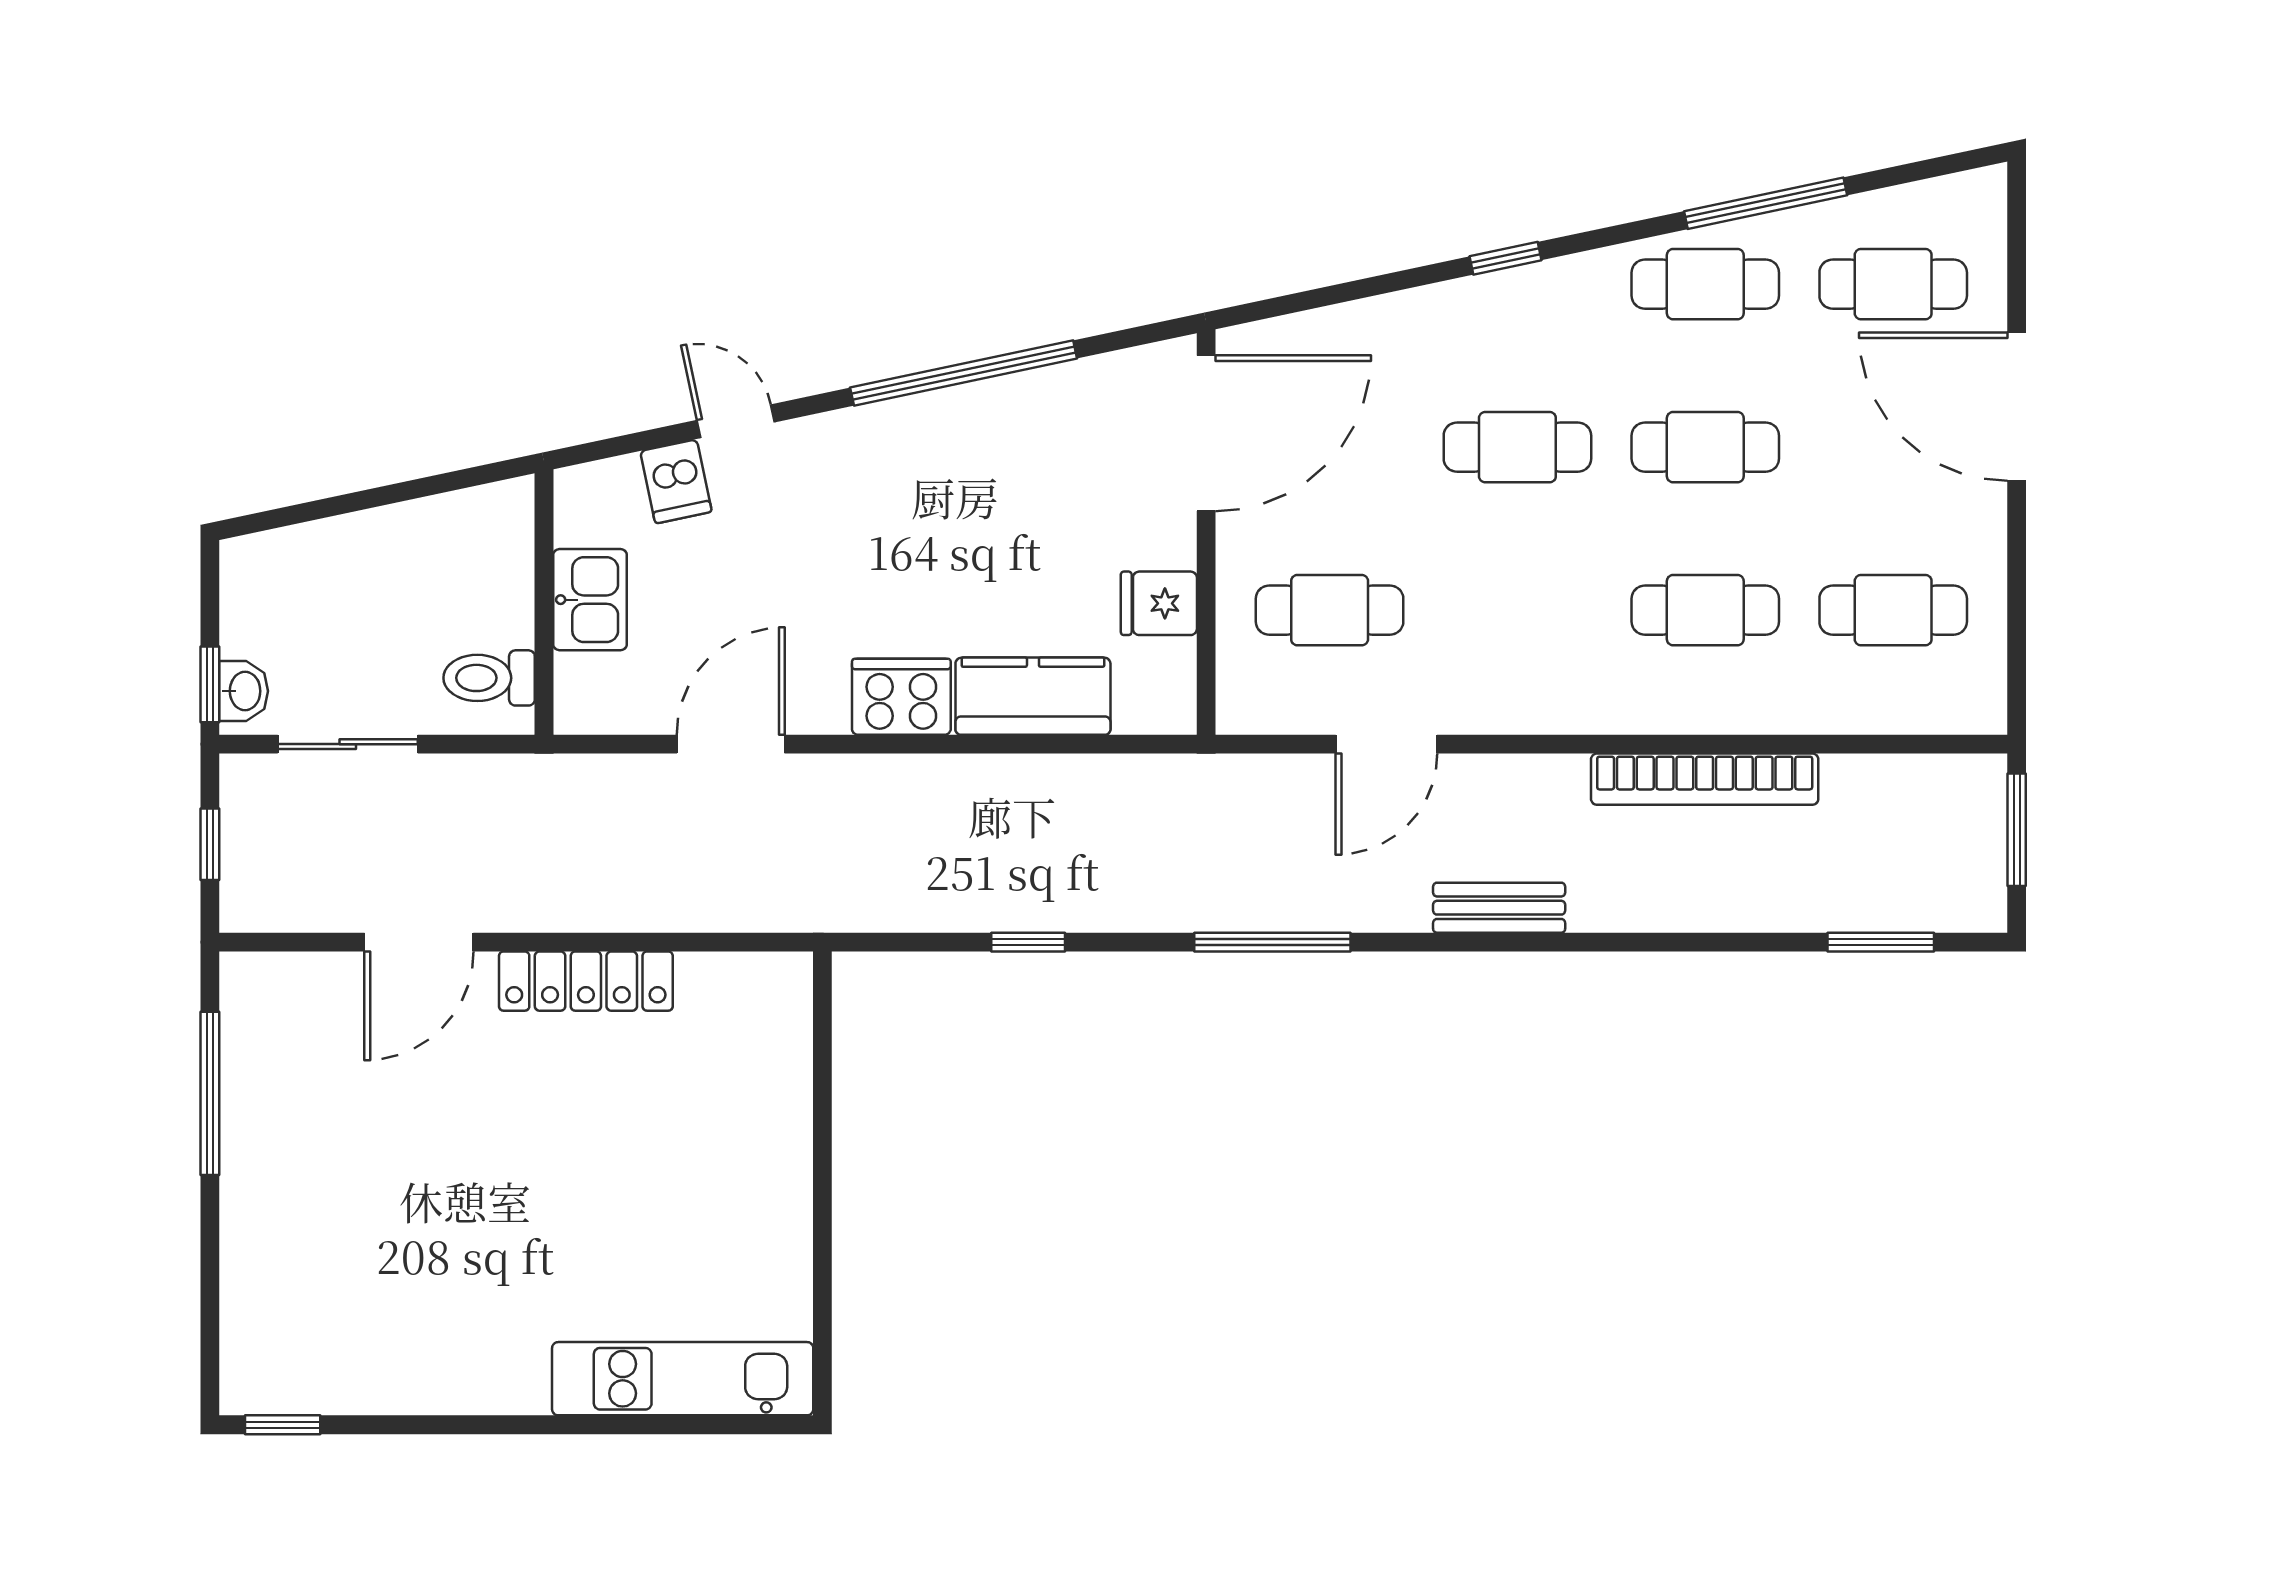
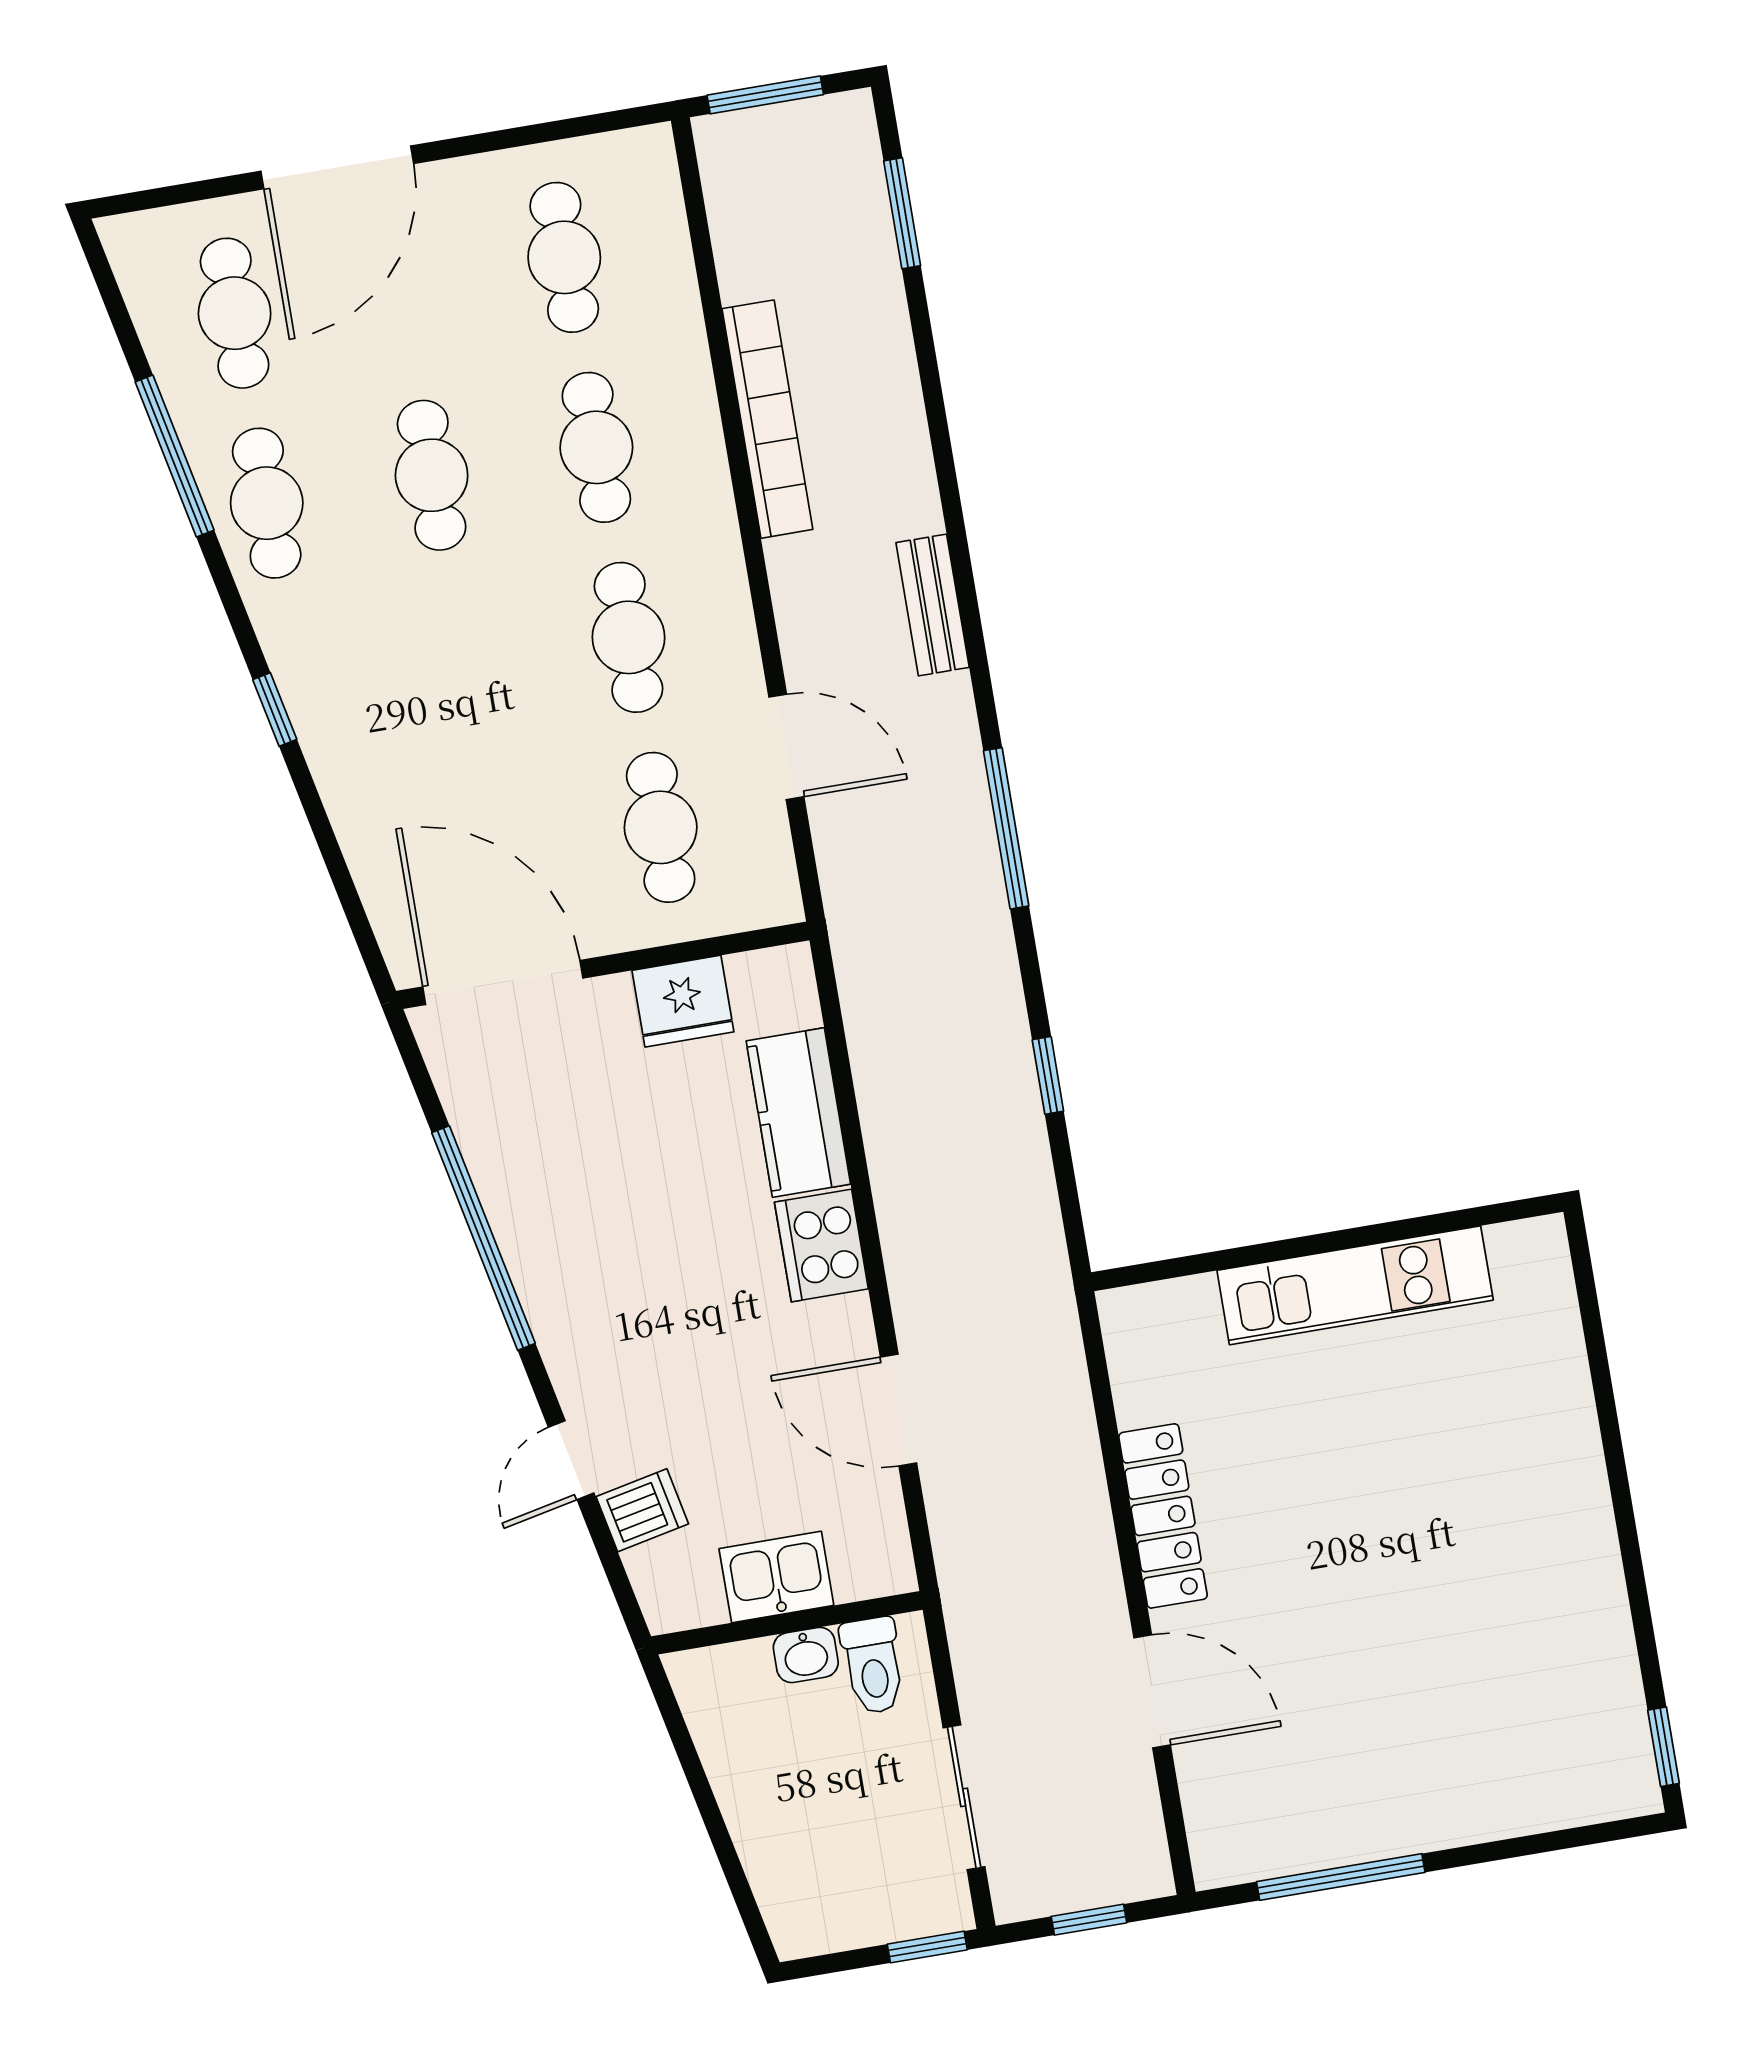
cafe table: (1517, 447) -> (629, 637), moved
fridge: (1159, 603) -> (683, 1001), width x1.38
washbasin: (244, 691) -> (806, 1655), moved, turned 180
kitchen unit: (683, 1379) -> (1355, 1285), moved, turned -90

